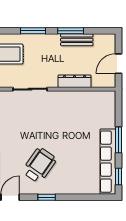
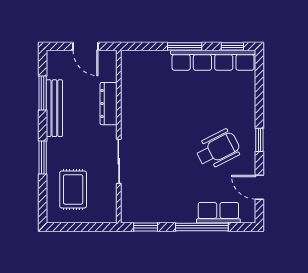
window: (71, 31) -> (43, 93), moved
bench: (77, 40) -> (54, 108), width x1.36
wheelchair: (39, 165) -> (218, 149), turned 118

